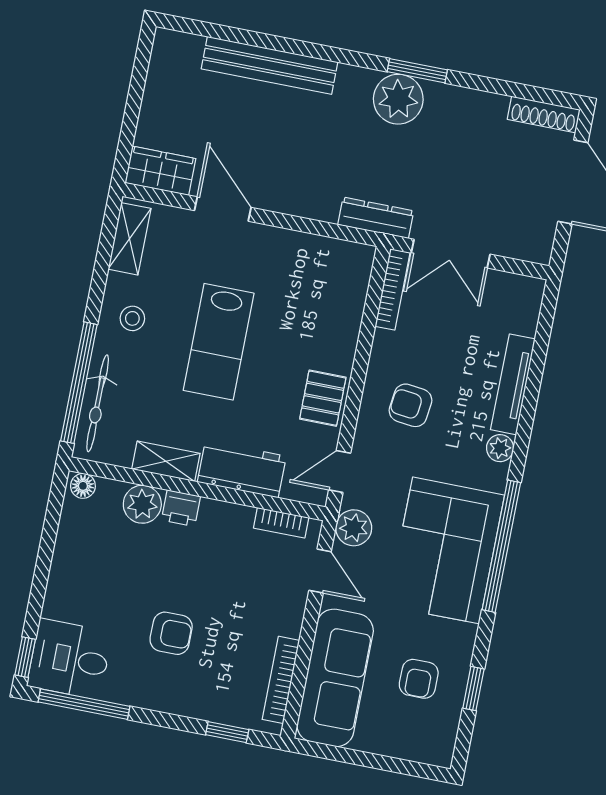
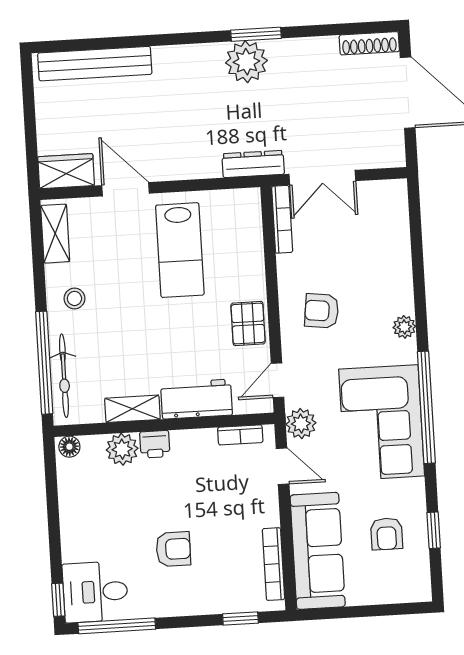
bench: (270, 65) -> (95, 64), moved
lab bench: (219, 342) -> (180, 250), moved
tv unit: (513, 384) -> (401, 272), removed

